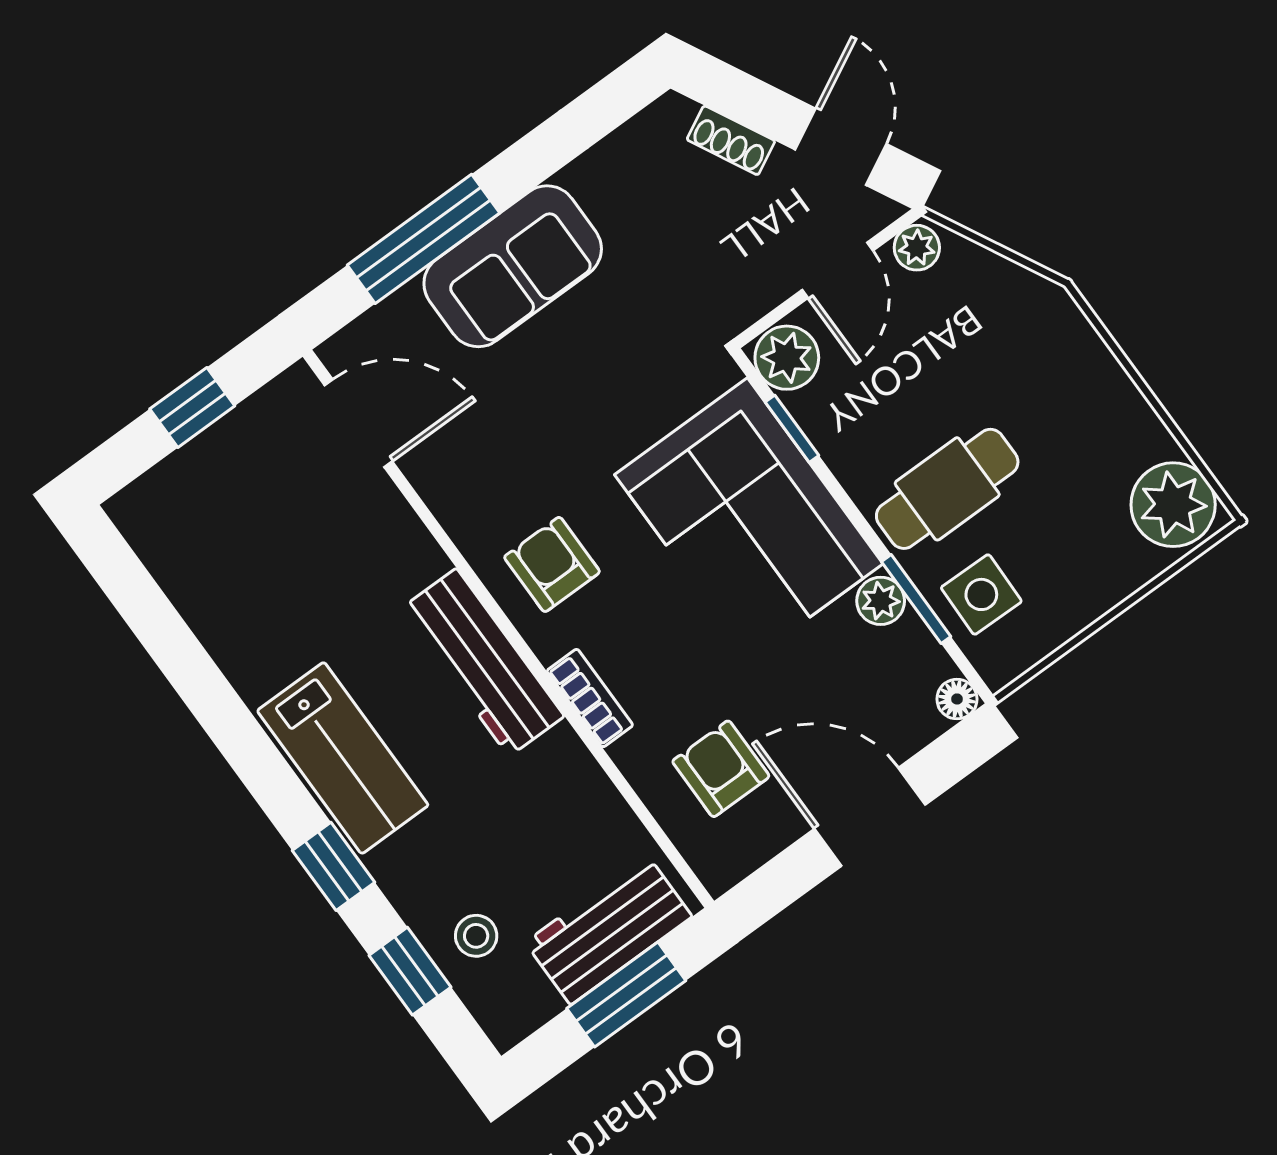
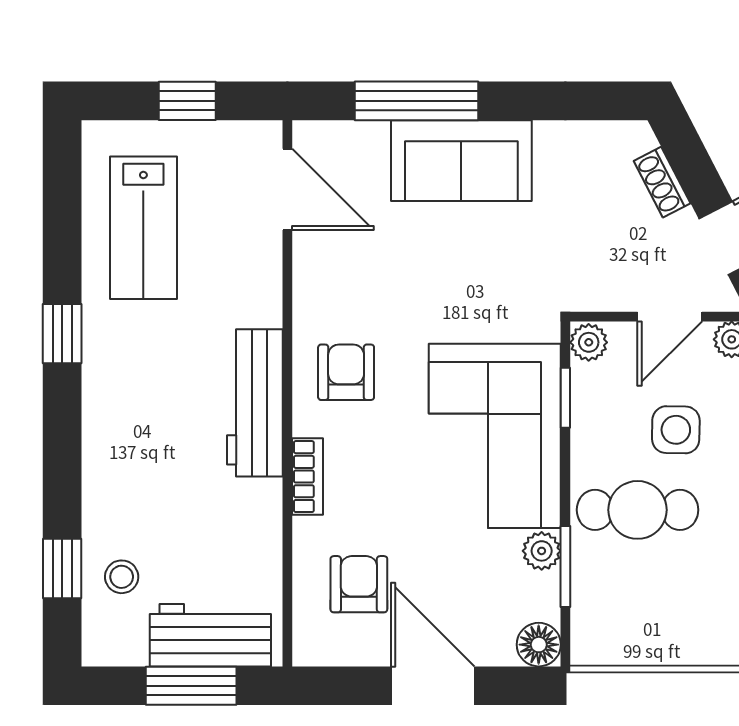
plant: (787, 358) -> (589, 342), width x0.73, depth x0.73
side table: (981, 594) -> (676, 430), moved
floor lamp: (957, 699) -> (539, 645), width x1.37, depth x1.37
lab bench: (343, 758) -> (143, 228), moved
window: (333, 866) -> (62, 334), moved

